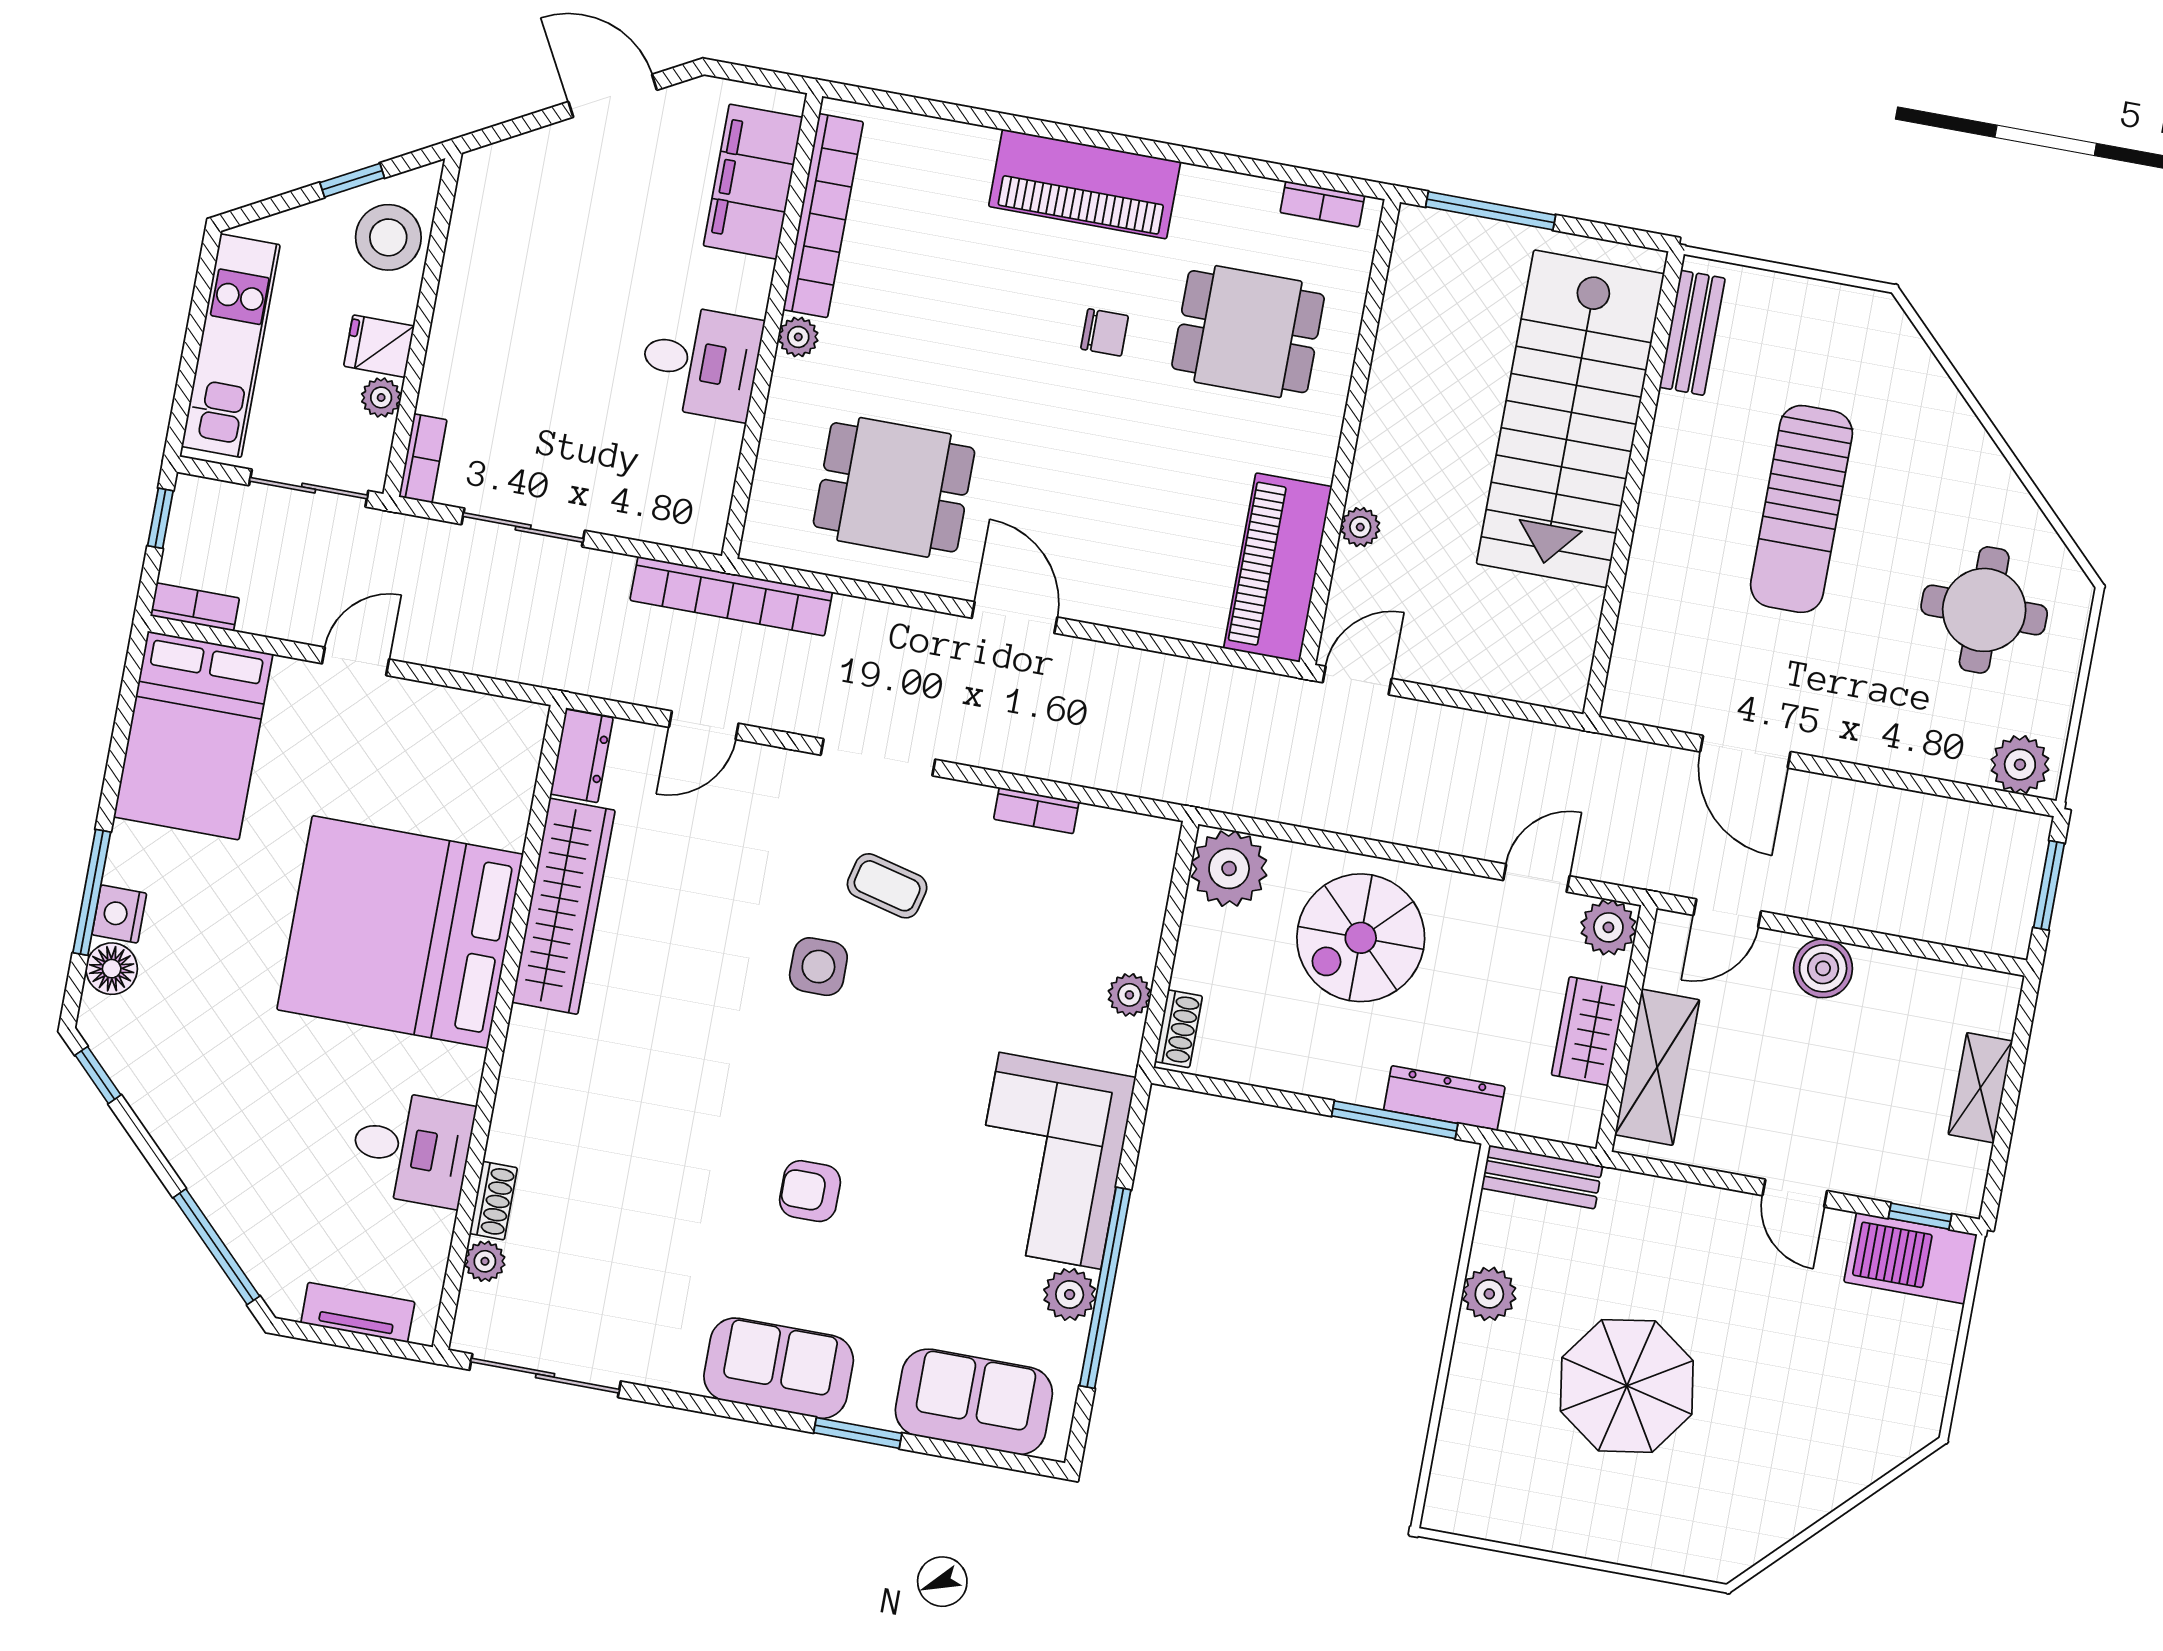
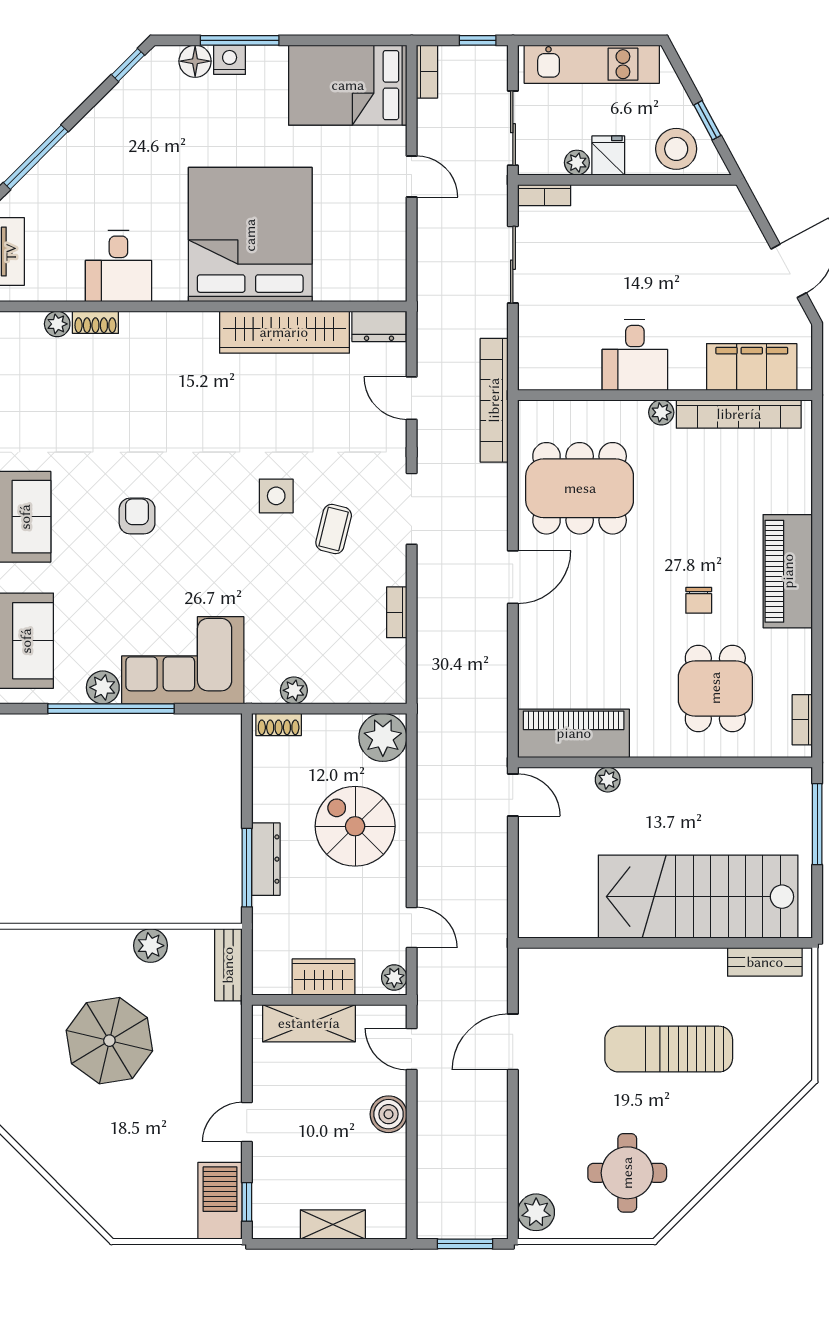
dining table: (894, 487) -> (580, 488), width x1.38
plant: (1608, 927) -> (394, 977), width x0.73, depth x0.73
dresser: (1444, 1098) -> (266, 859), moved

